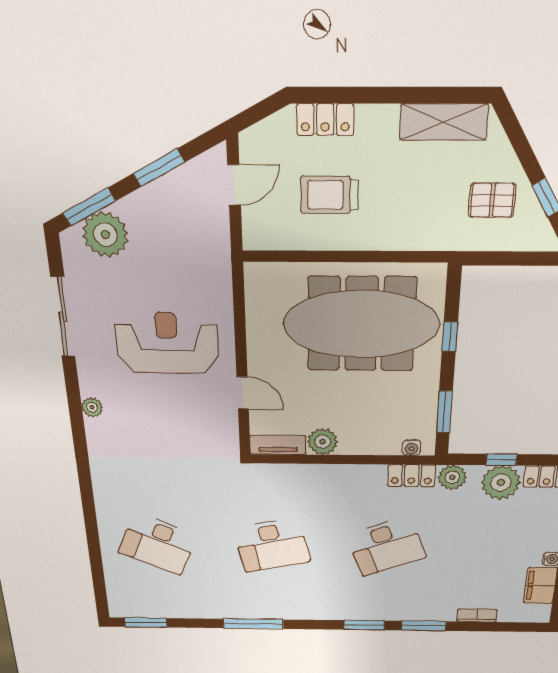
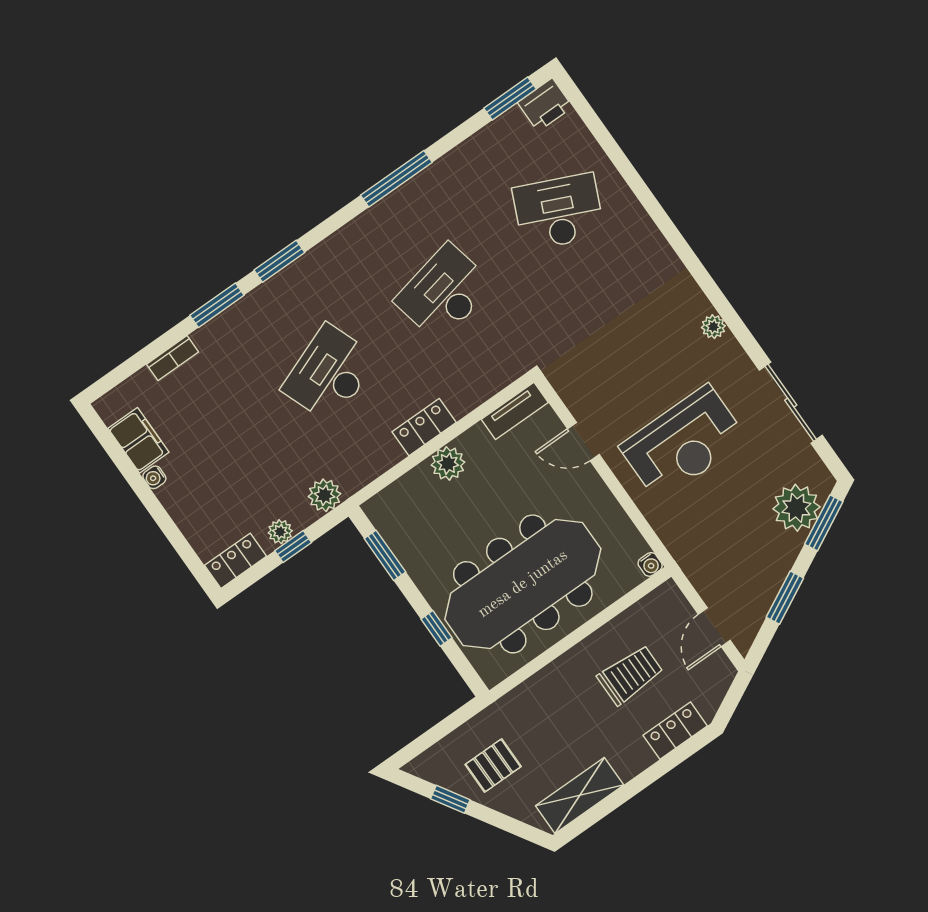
plant: (323, 442) -> (448, 464), moved
water cooler: (411, 448) -> (650, 564), moved, turned 180
locker: (412, 476) -> (424, 427), moved
plant: (501, 483) -> (280, 532), width x0.53, depth x0.53
printer: (125, 606) -> (545, 105), added

